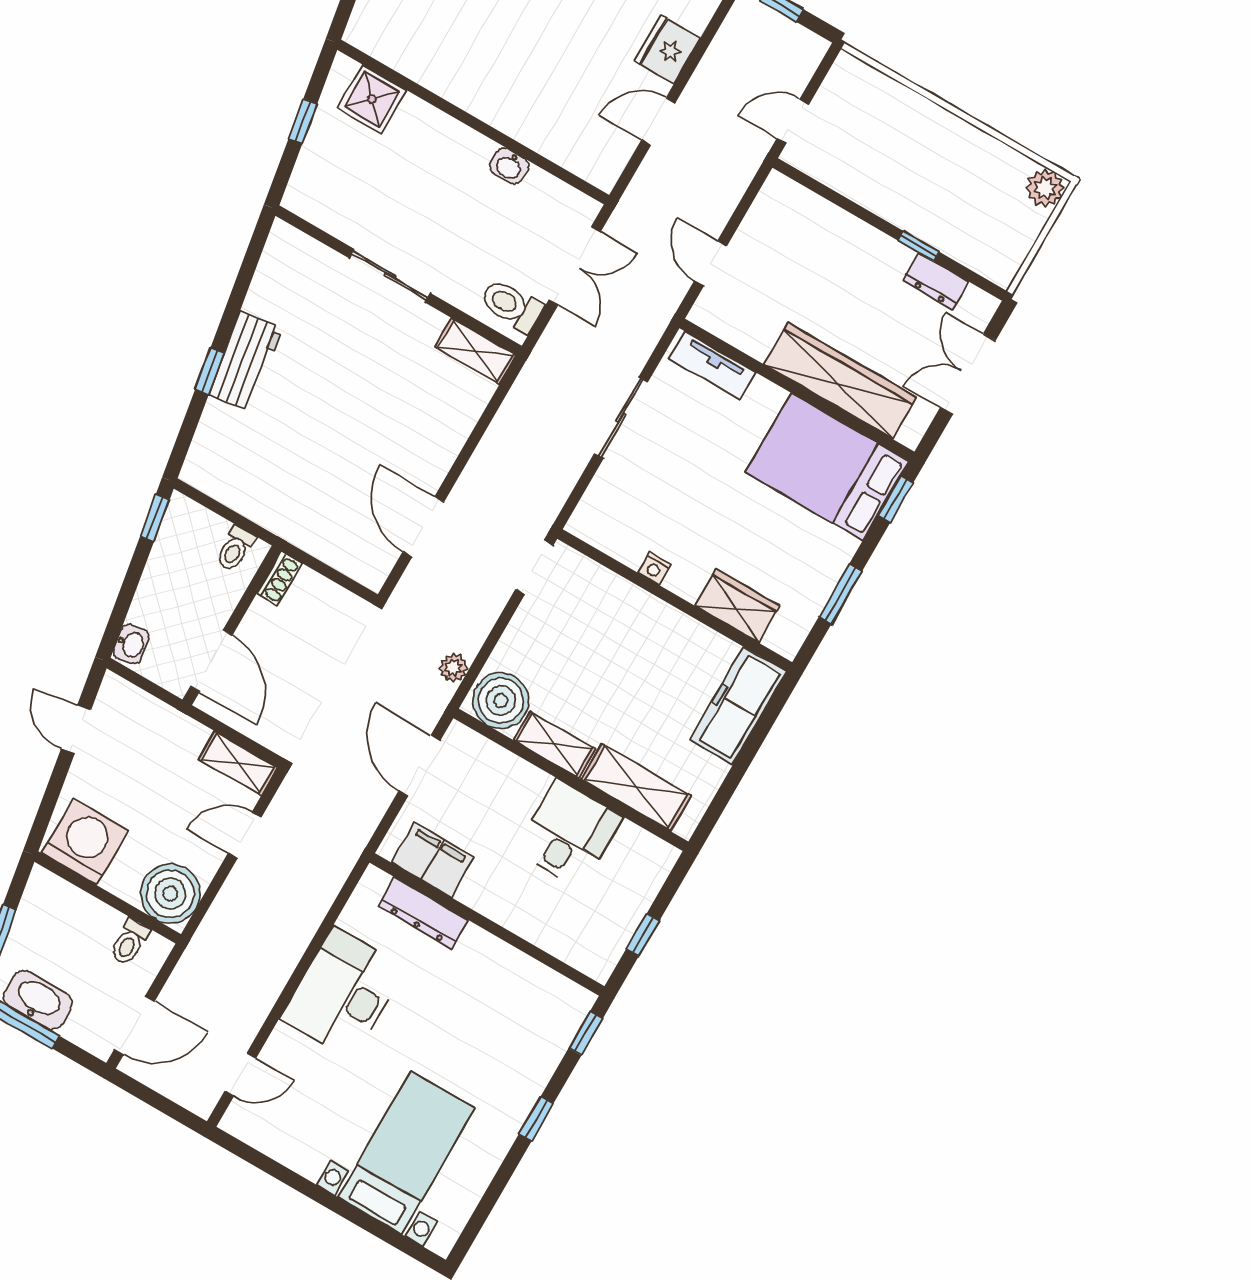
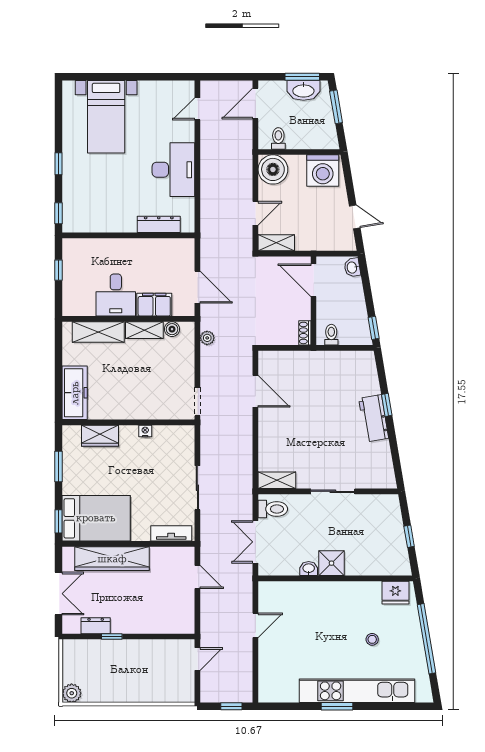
fridge: (667, 49) -> (395, 593), moved, turned 90
shower: (372, 99) -> (331, 563), moved
boiler: (501, 701) -> (172, 329), width x0.54, depth x0.54
filing cabinet: (432, 860) -> (154, 305), moved, turned 180

